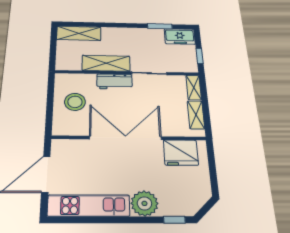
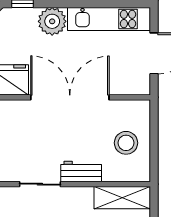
shelving: (106, 63) -> (122, 198), moved
double door: (125, 138) -> (70, 97), swing flipped

